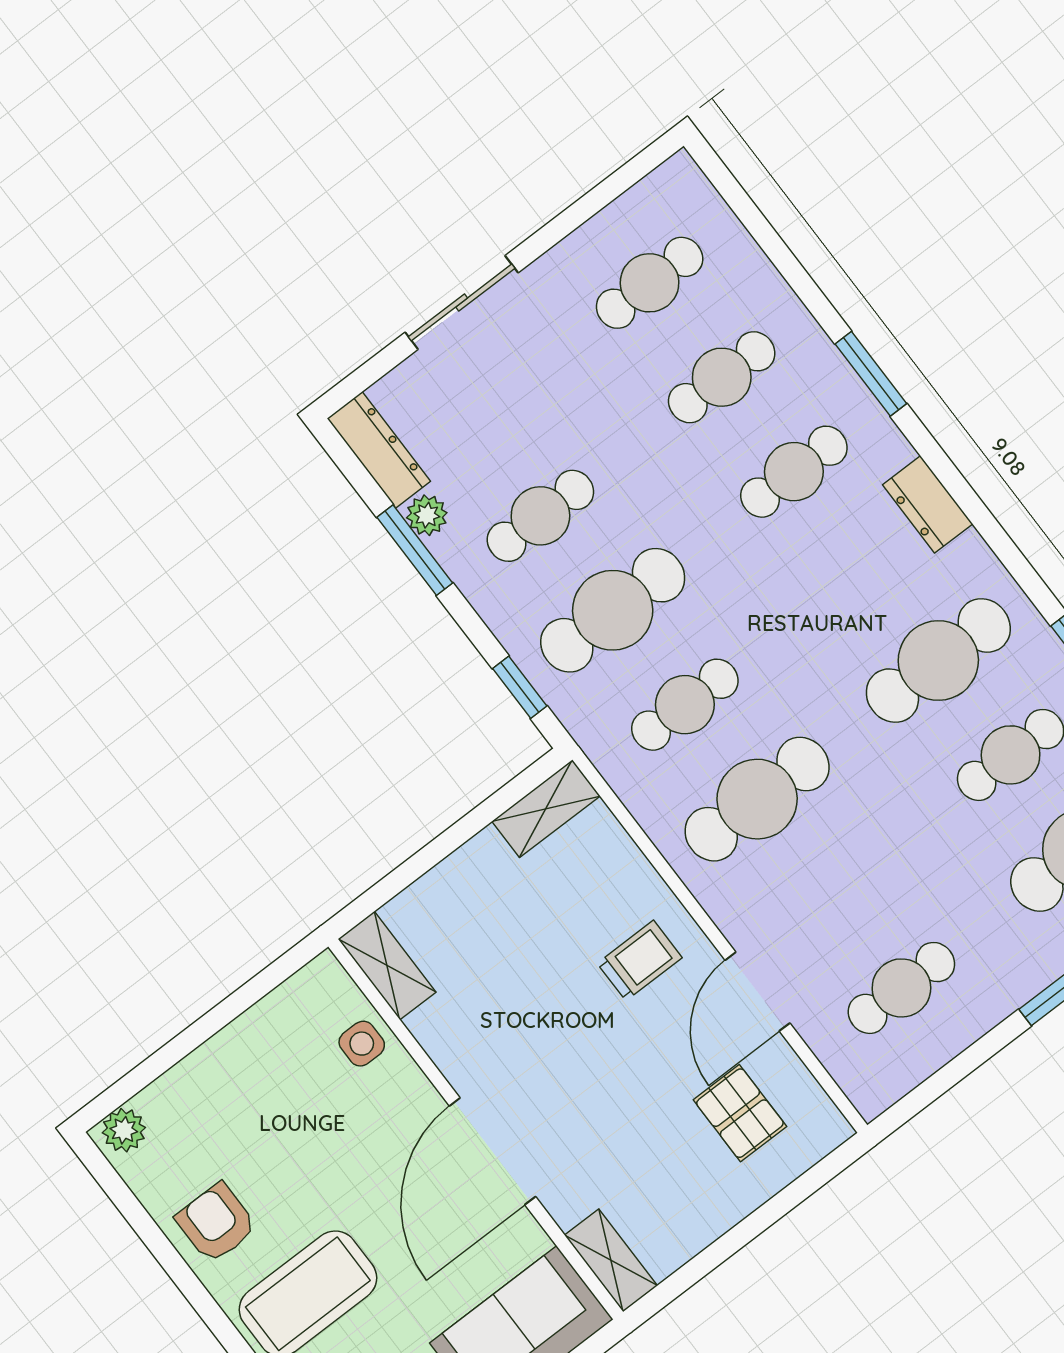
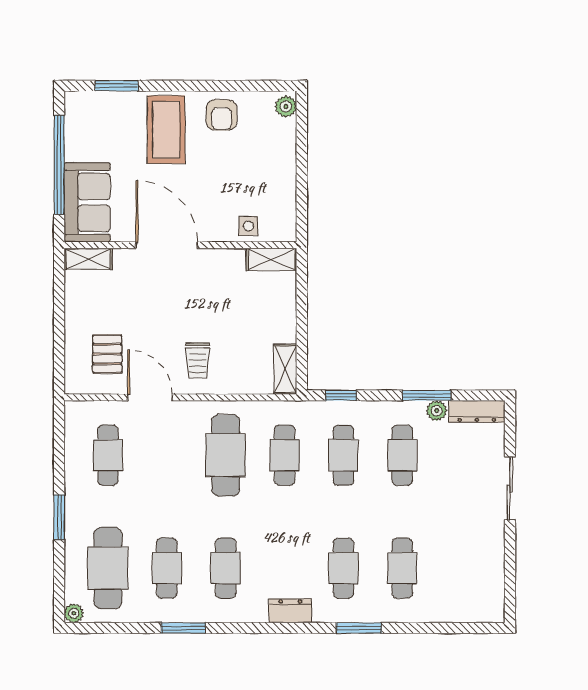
cafe table: (650, 283) -> (461, 568), removed
cafe table: (613, 610) -> (343, 455), width x0.73, depth x0.74
cafe table: (938, 661) -> (226, 568), width x0.73, depth x0.74
pallet: (740, 1113) -> (107, 354), turned 90
armchair: (216, 1223) -> (222, 115), turned 90

